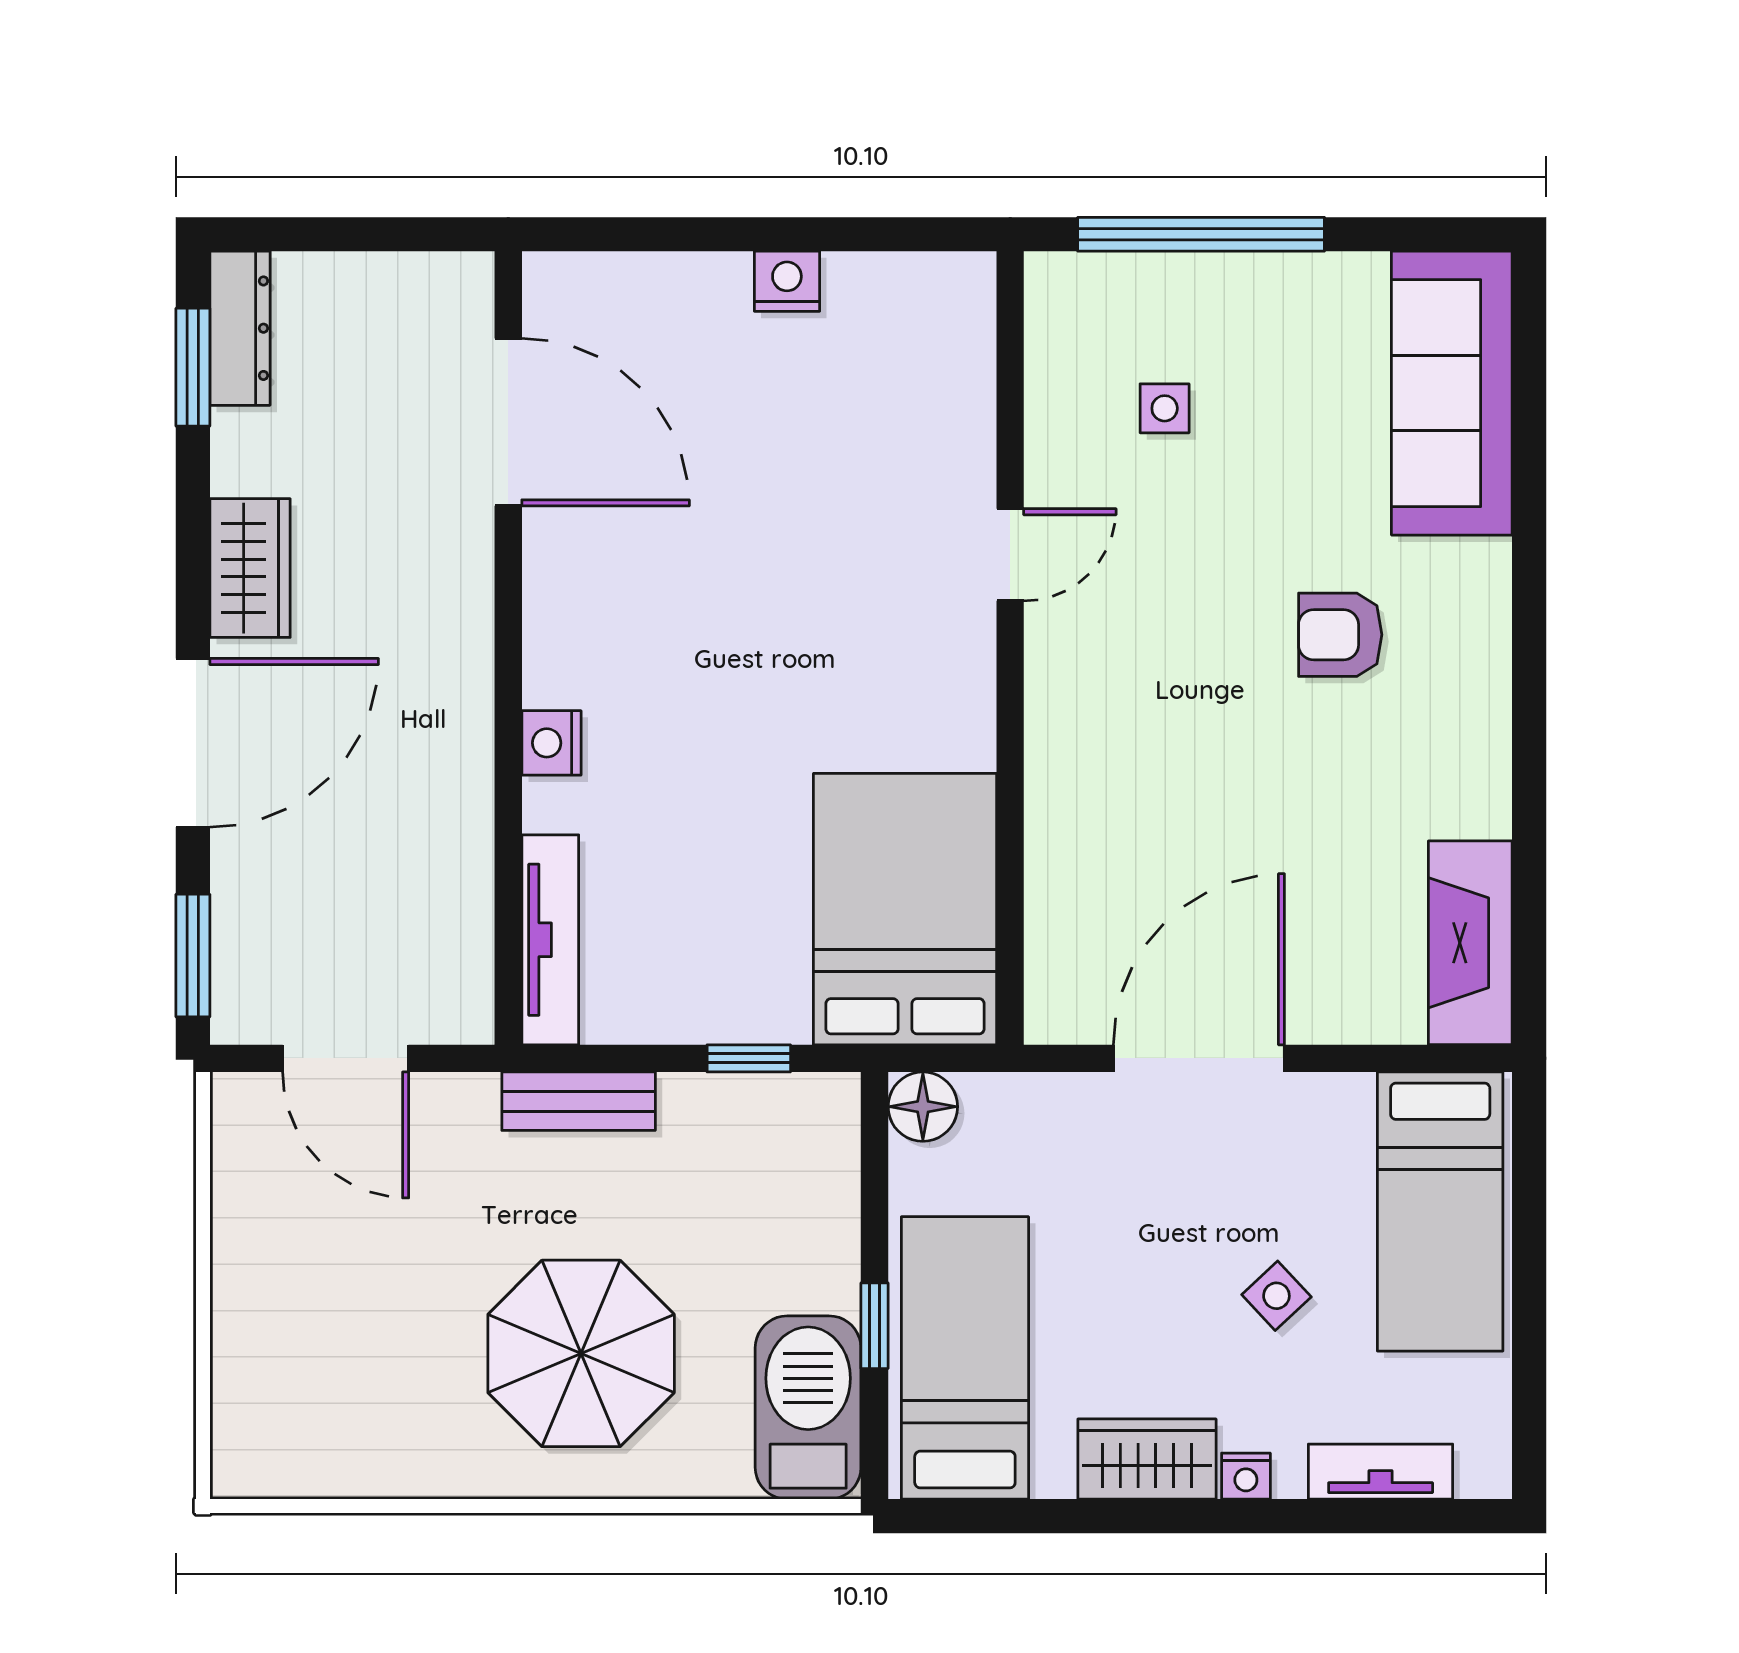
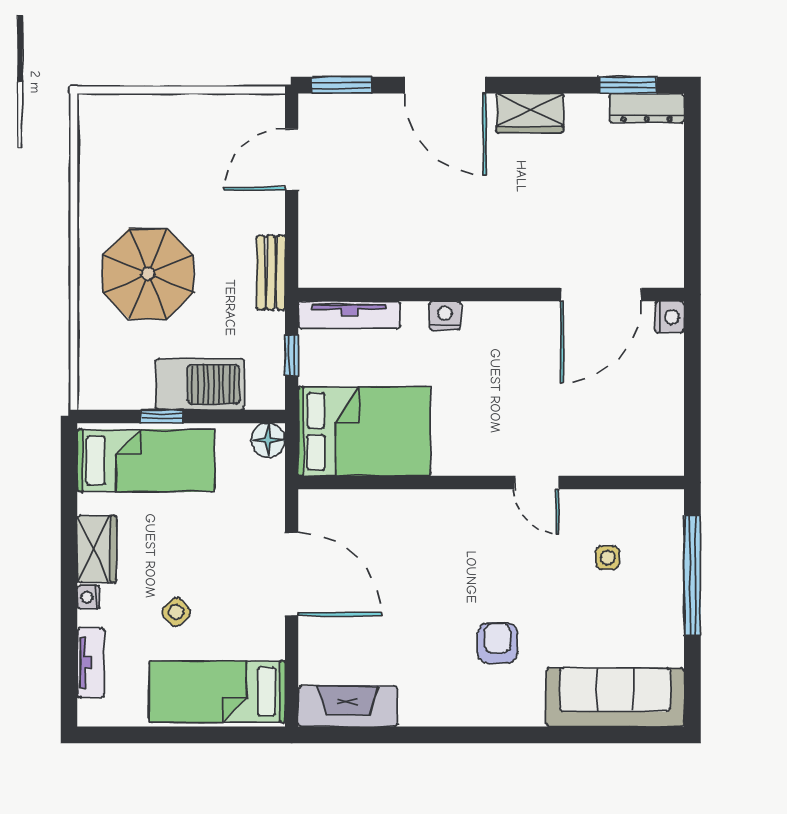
nightstand: (787, 281) -> (669, 317), moved
door: (508, 422) -> (601, 295), moved
wall: (508, 648) -> (491, 295), moved
nightstand: (551, 743) -> (445, 316), moved
tv unit: (550, 940) -> (349, 315), moved
barbecue: (808, 1408) -> (200, 384), moved

